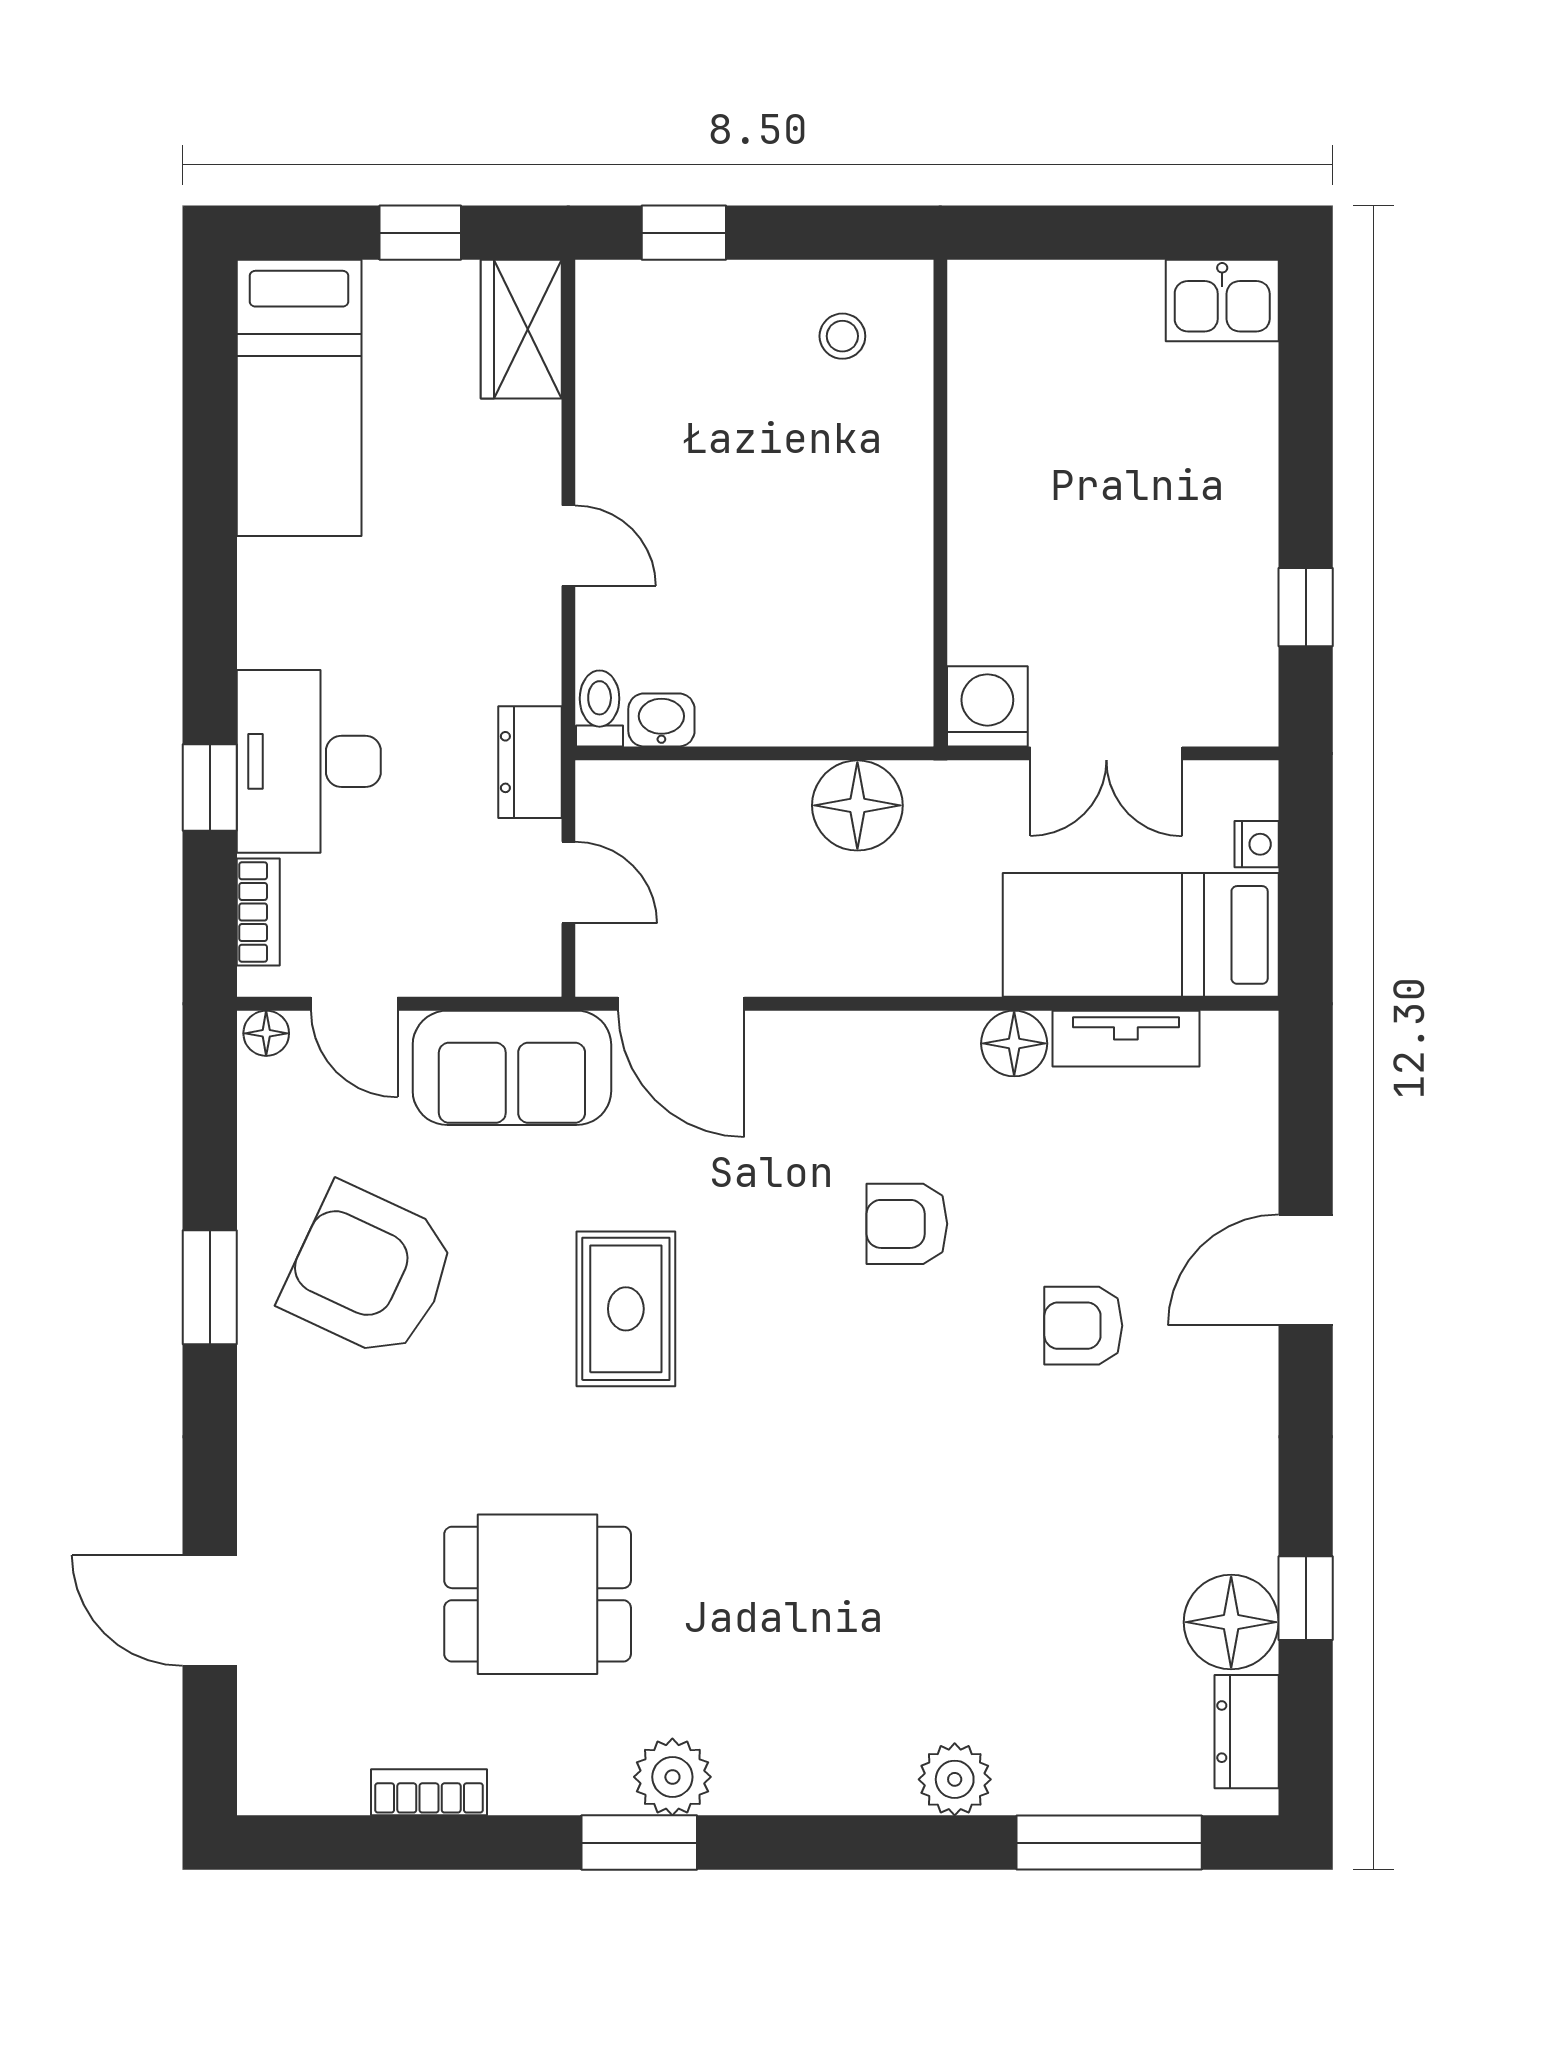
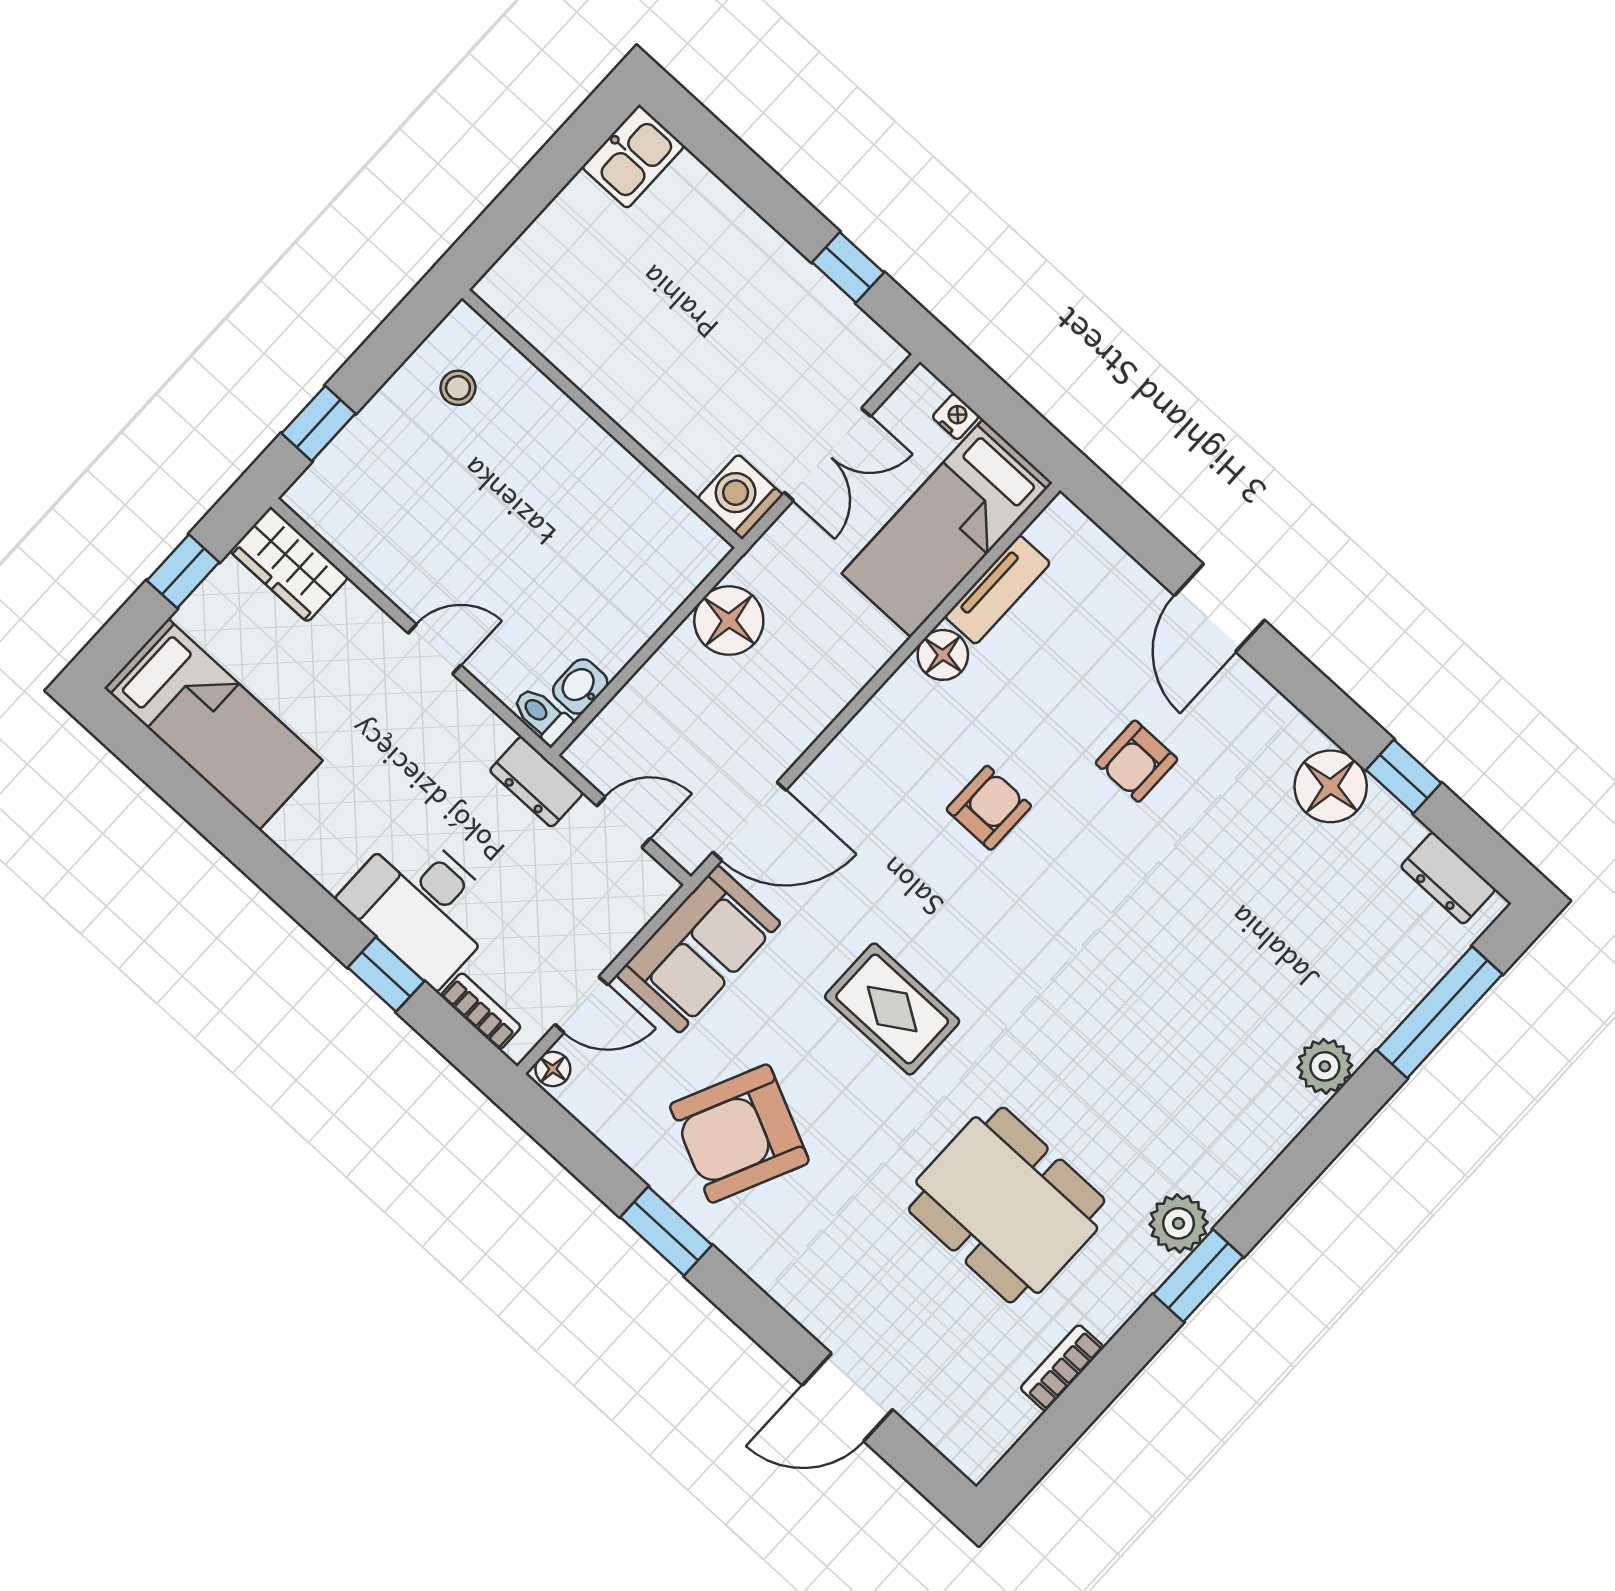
armchair: (907, 1224) -> (989, 808), turned 180
dining table: (538, 1594) -> (1007, 1205), width x1.38
floor lamp: (1231, 1622) -> (1331, 786), moved

